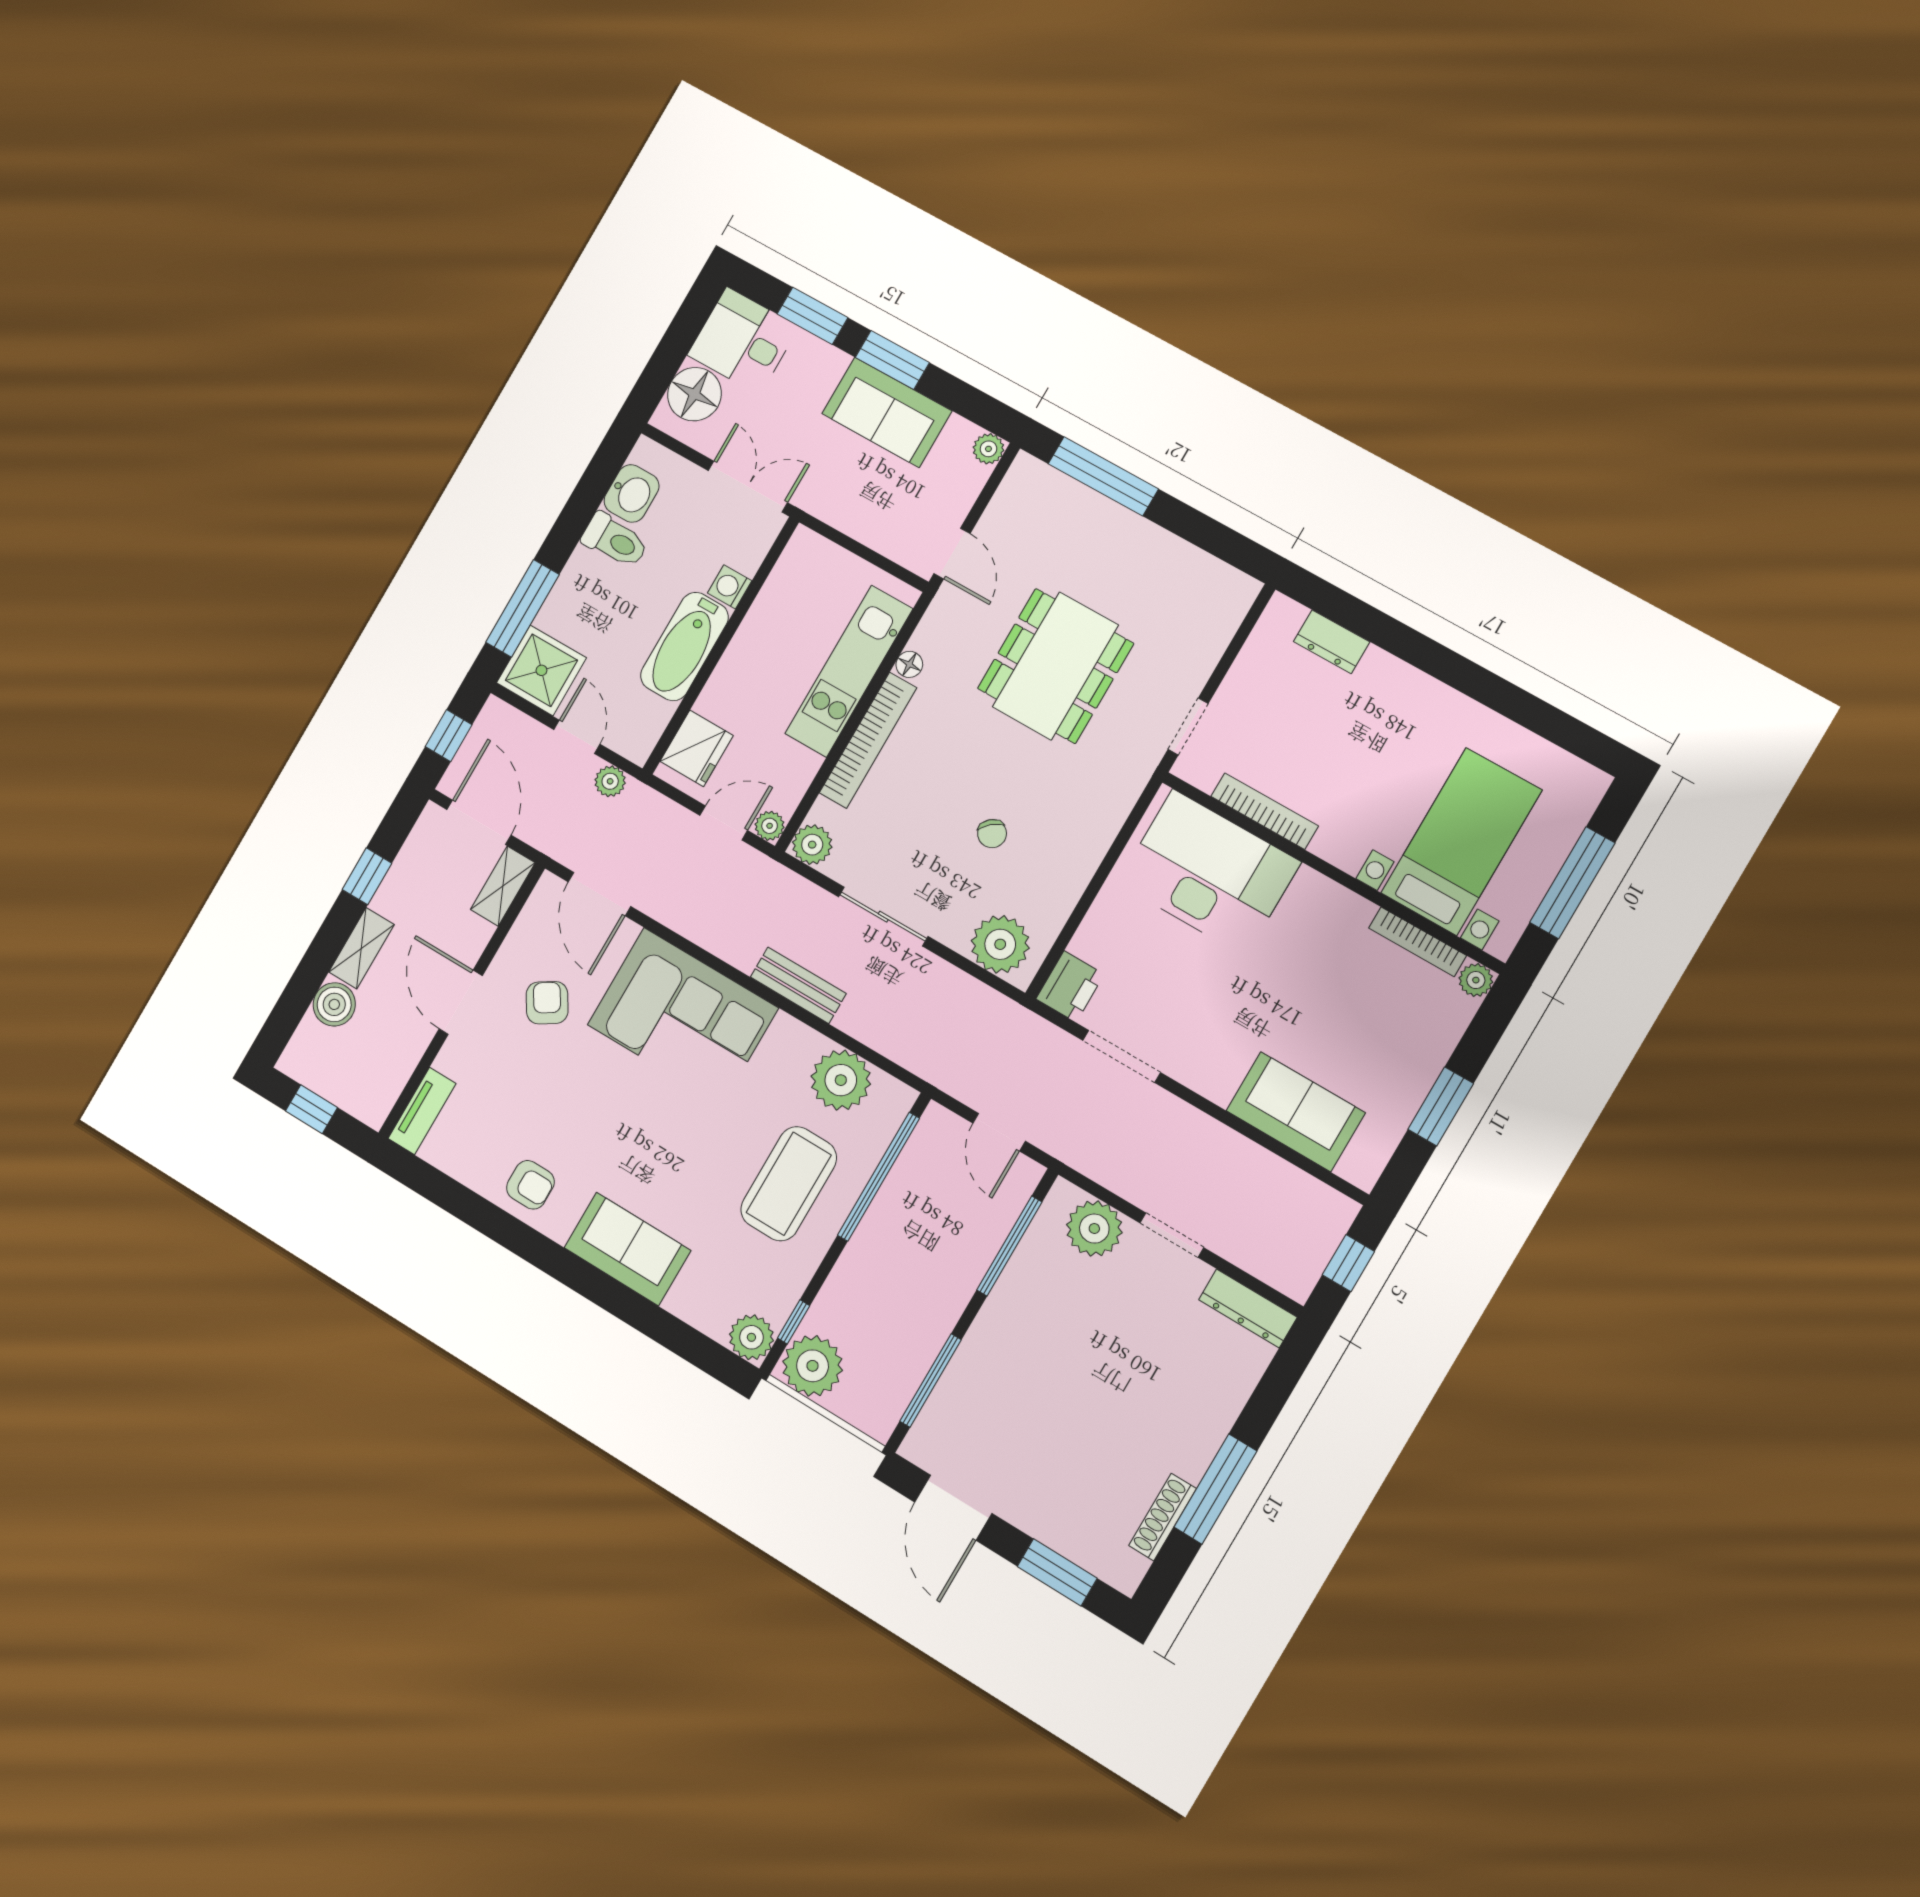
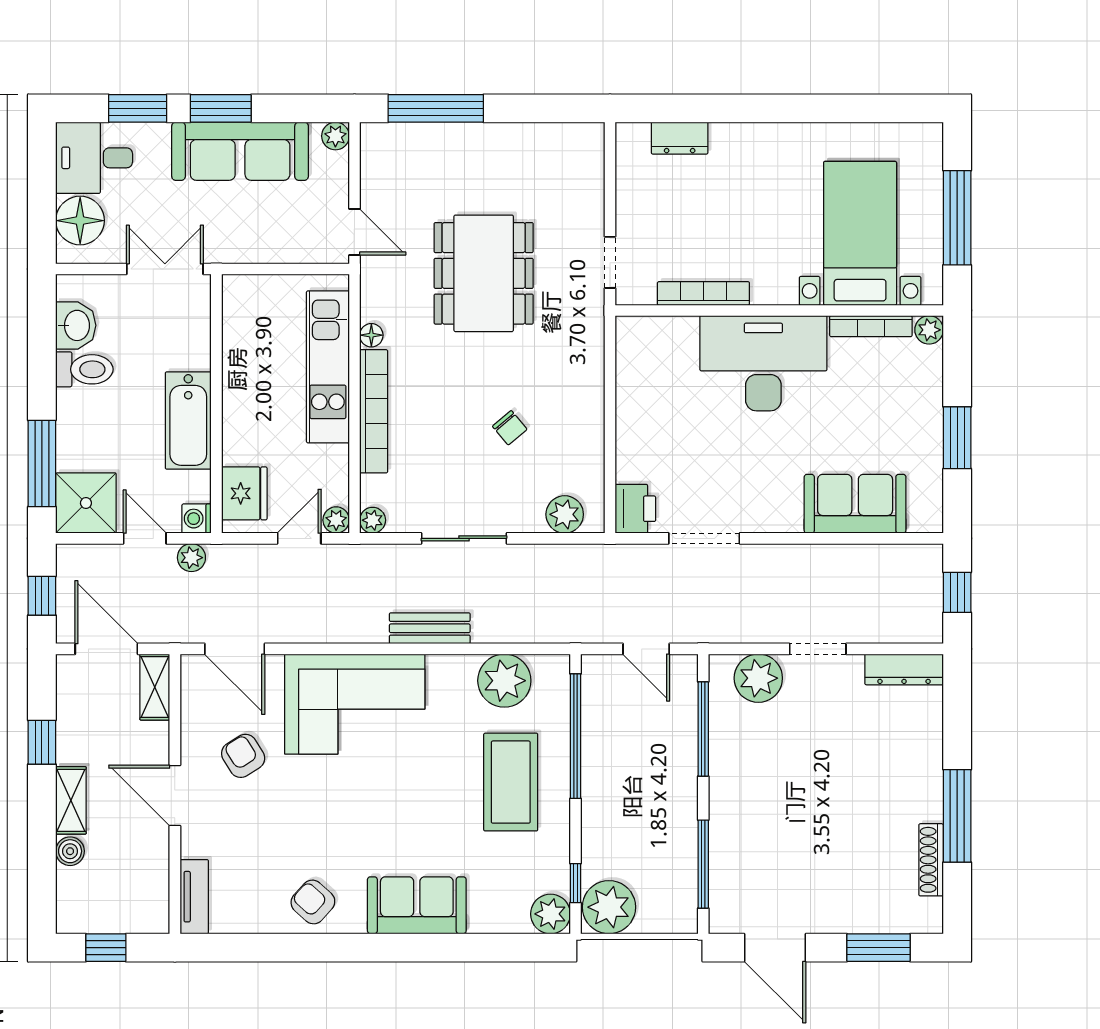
sofa: (887, 412) -> (240, 151), width x1.36
washing machine: (730, 587) -> (197, 519), moved
plant: (812, 845) -> (373, 520), width x0.73, depth x0.73
desk: (1209, 873) -> (763, 363), moved
plant: (1000, 944) -> (565, 514), width x0.73, depth x0.73
boiler: (334, 1004) -> (70, 851), width x0.73, depth x0.73
armchair: (530, 1185) -> (313, 902), turned -138

